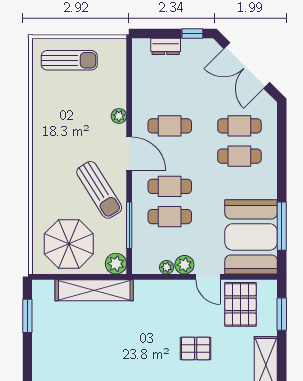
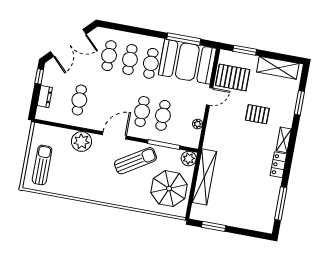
plant: (119, 116) -> (81, 141), width x1.88, depth x1.88
cafe table: (170, 126) -> (79, 100), moved
cafe table: (239, 186) -> (151, 63), added
plant: (184, 265) -> (198, 111), removed
pallet: (196, 348) -> (257, 114), turned 90

